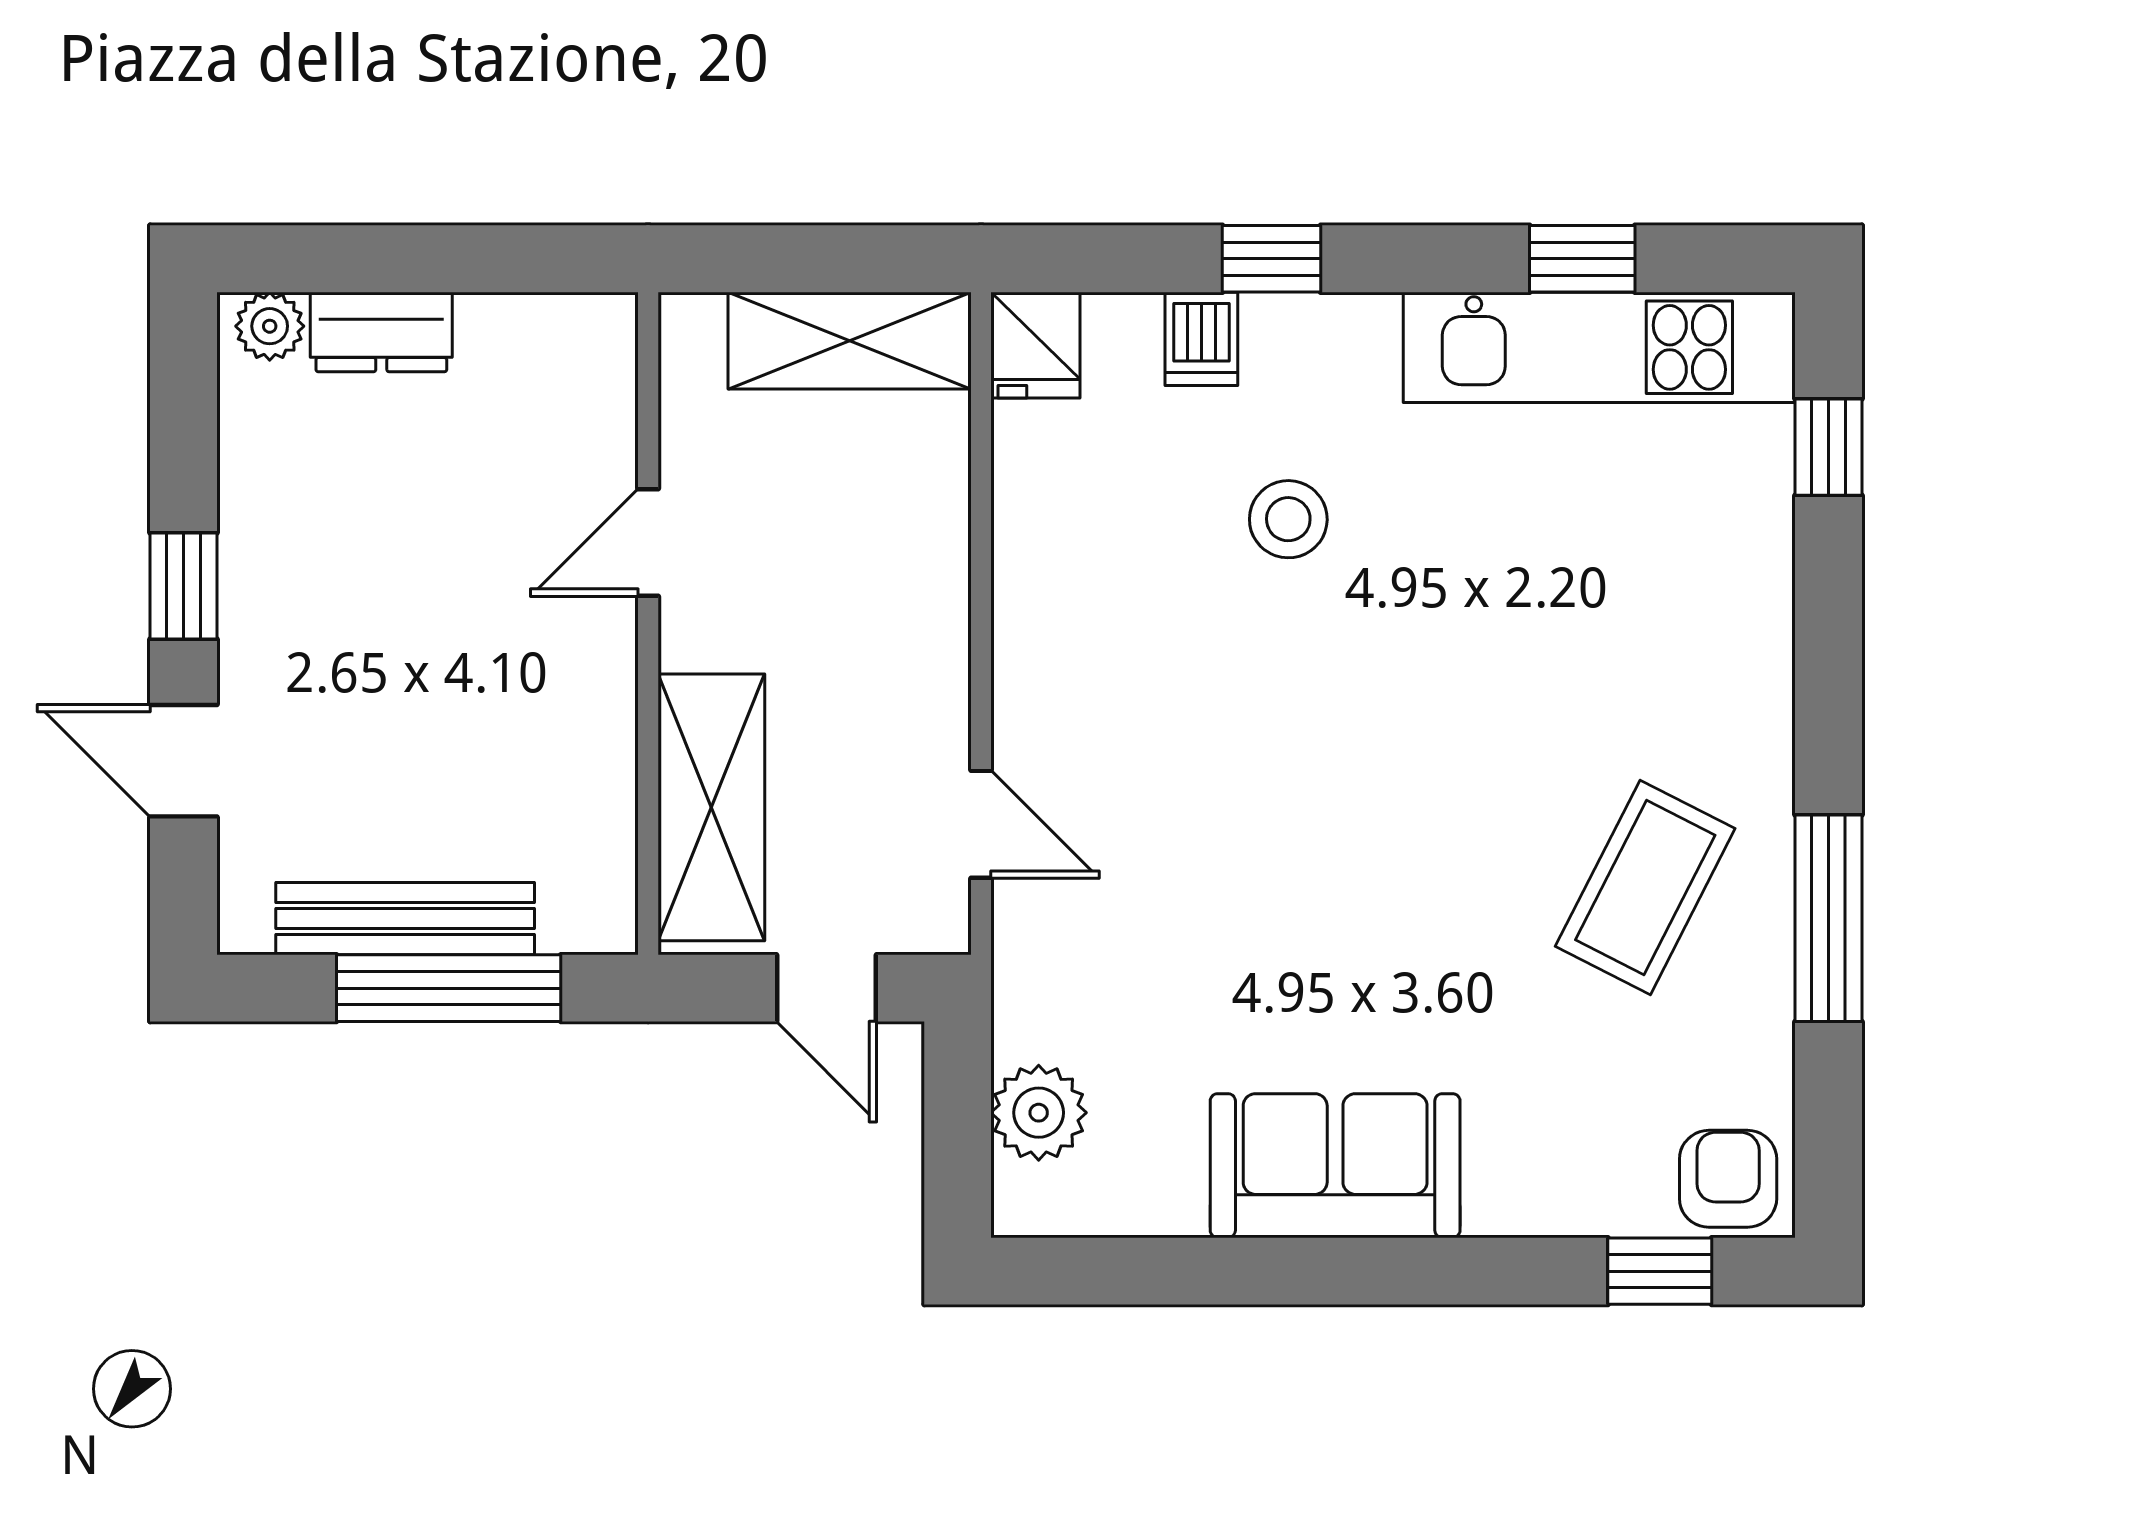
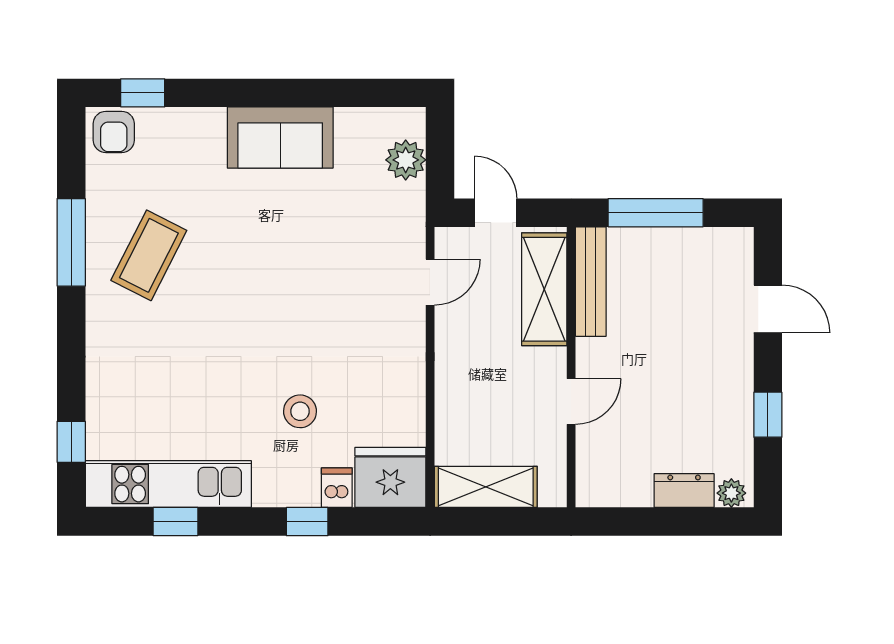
fridge: (1035, 345) -> (390, 477), width x1.88, depth x1.34
window: (183, 586) -> (768, 415), moved
door: (981, 824) -> (430, 282), swing flipped
bench: (405, 919) -> (591, 282), moved, turned 90

